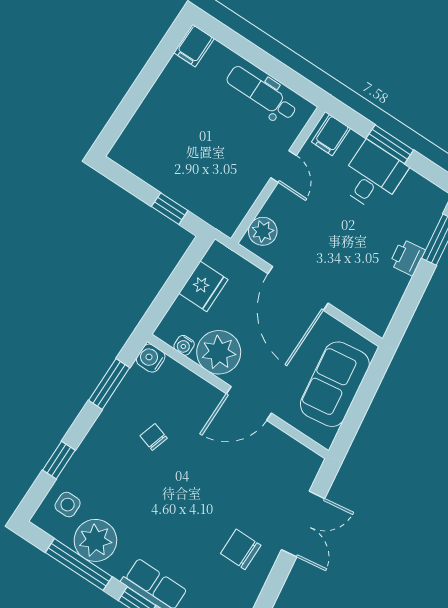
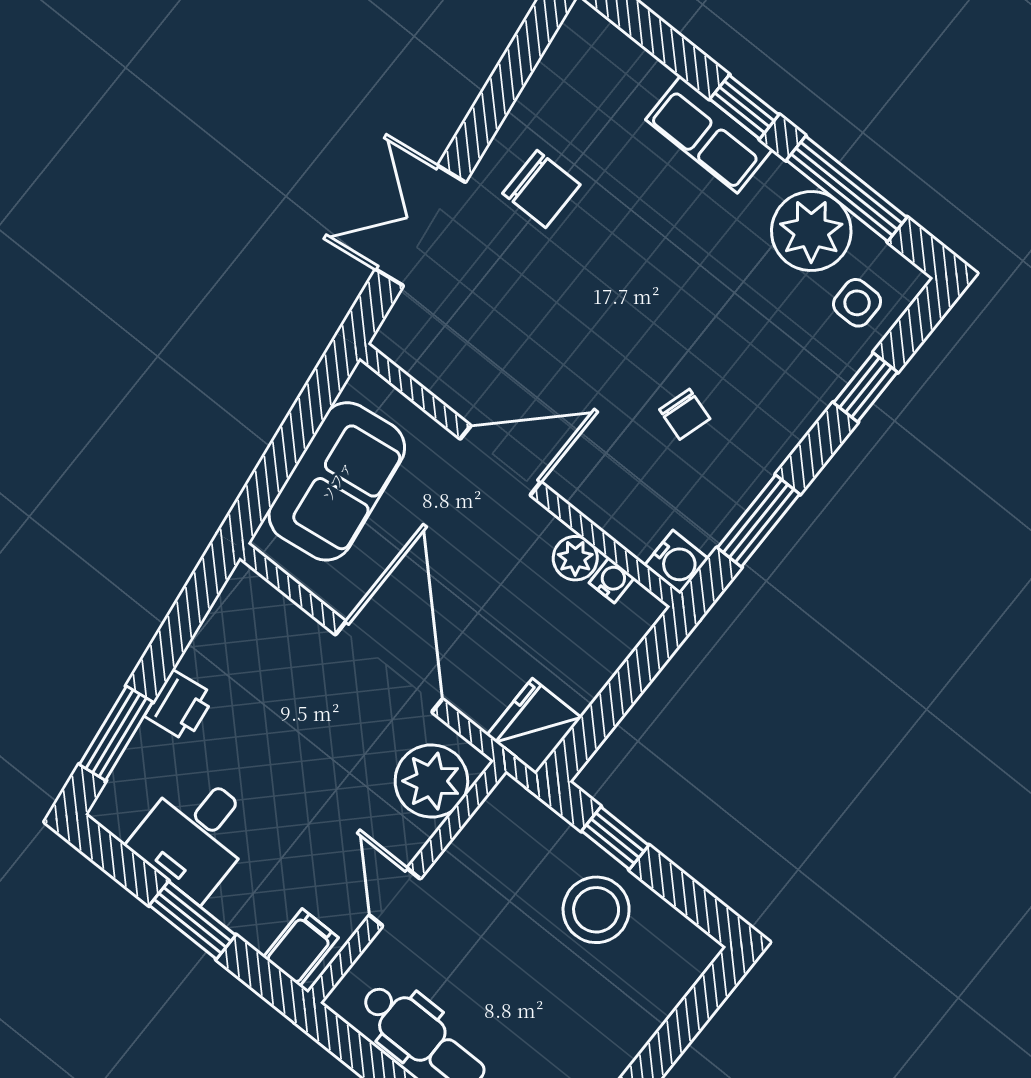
stool: (176, 170) -> (596, 910), added
desk: (373, 176) -> (195, 835), moved
plant: (263, 231) -> (431, 781), width x1.36, depth x1.36
fridge: (203, 286) -> (534, 726), moved
plant: (219, 352) -> (575, 558), width x0.53, depth x0.53

